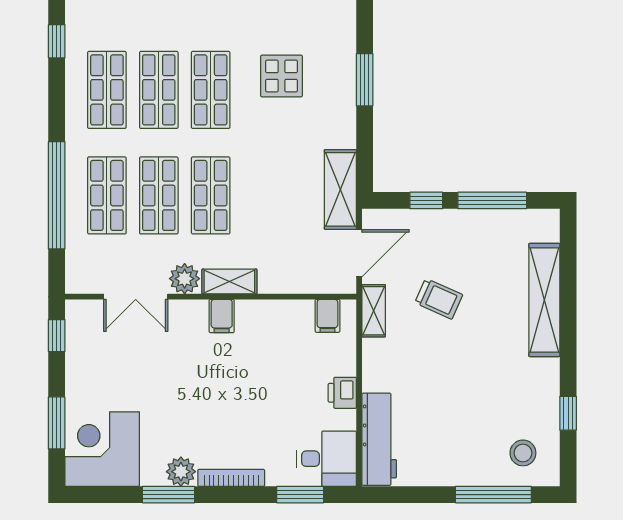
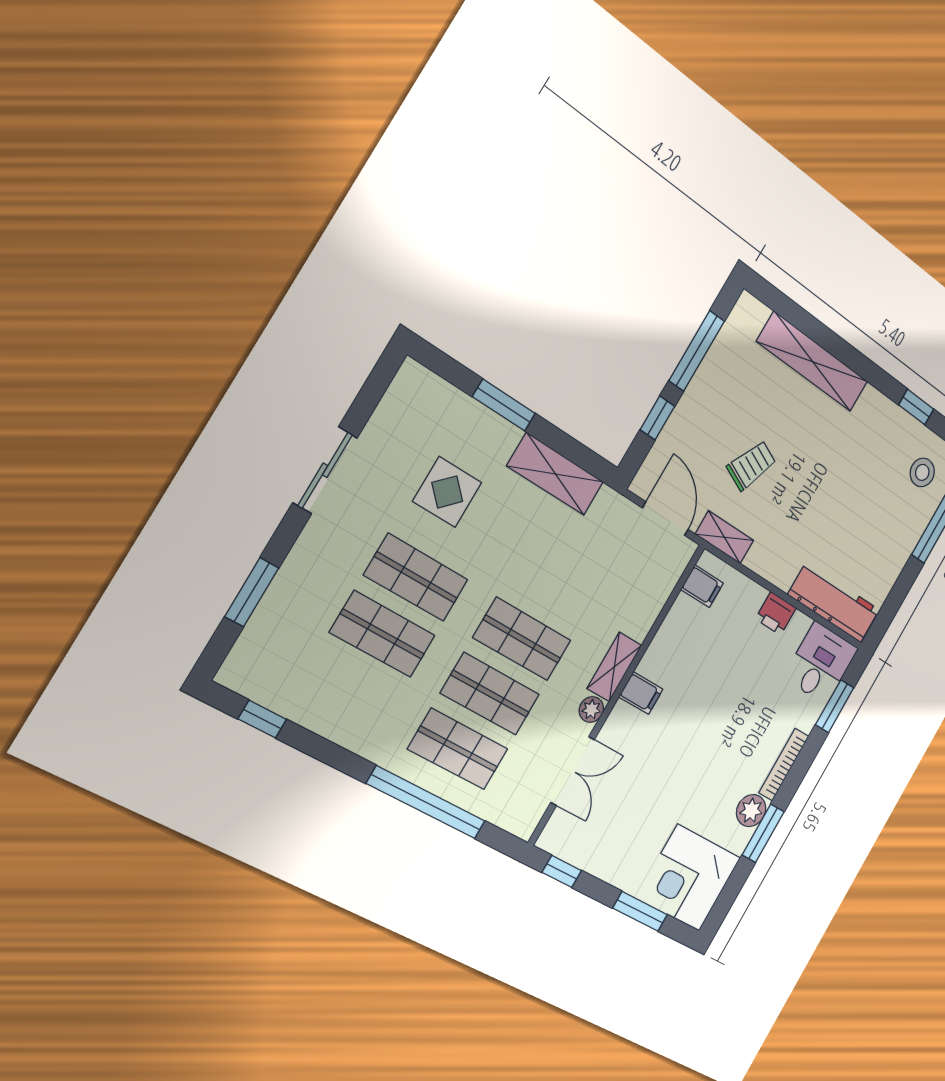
shop shelf: (107, 90) -> (349, 691), removed
shelving: (340, 189) -> (555, 474), moved
plant: (185, 279) -> (591, 709), width x0.73, depth x0.73

